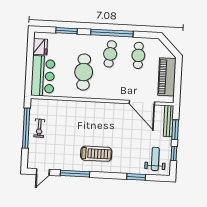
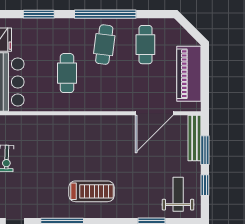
cafe table: (84, 72) -> (67, 73), width x0.73, depth x0.74
door: (142, 103) -> (154, 113), hinge flipped

